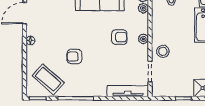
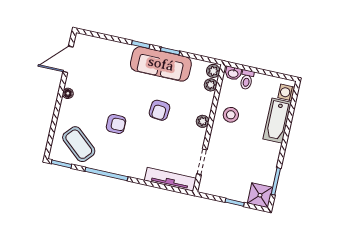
armchair: (119, 37) -> (159, 110), moved, turned 95
stool: (163, 51) -> (231, 115), moved
armchair: (74, 56) -> (116, 124), turned 180

